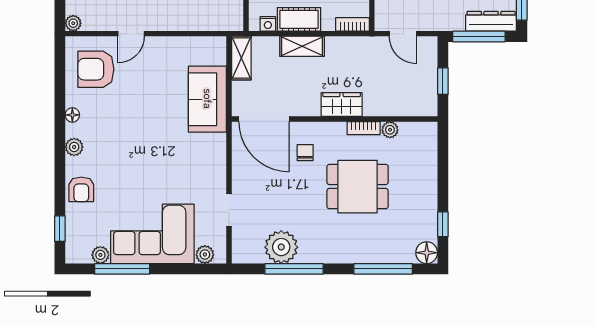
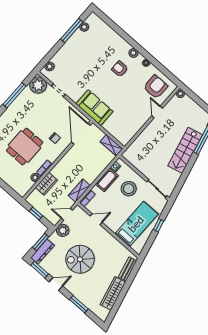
plant: (433, 19) -> (63, 230), added
window: (479, 36) -> (41, 242), width x0.69
shelving: (302, 46) -> (79, 191), moved
sofa: (207, 99) -> (94, 108), moved
wardrobe: (342, 105) -> (46, 184), moved
door: (264, 119) -> (81, 134), hinge flipped
armchair: (81, 189) -> (120, 69), moved
window: (60, 229) -> (107, 20), removed
corner sofa: (152, 234) -> (75, 54), removed
plant: (281, 247) -> (38, 85), moved

